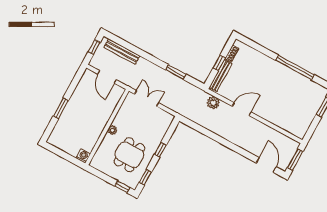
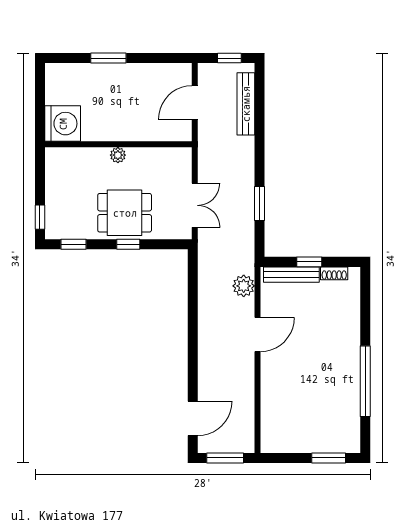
double door: (147, 98) -> (195, 205), moved
door: (242, 109) -> (258, 335), hinge flipped
dining table: (129, 155) -> (125, 213), moved
washing machine: (83, 156) -> (63, 124), width x1.89, depth x1.89

